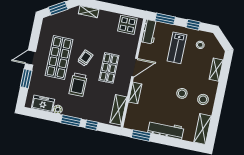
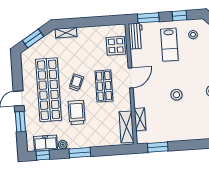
display table: (127, 25) -> (116, 46), moved
shop shelf: (59, 57) -> (49, 90), width x1.40
trolley: (78, 85) -> (77, 113), turned 180
shelving: (135, 93) -> (140, 119), moved
stool: (182, 93) -> (176, 95), moved
window: (91, 125) -> (43, 155), moved
workbench: (166, 130) -> (182, 134), removed

